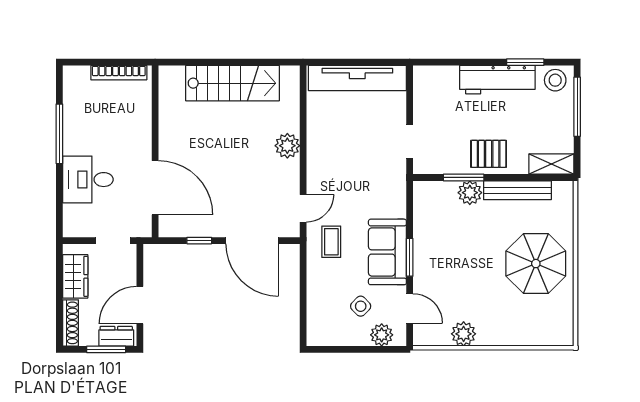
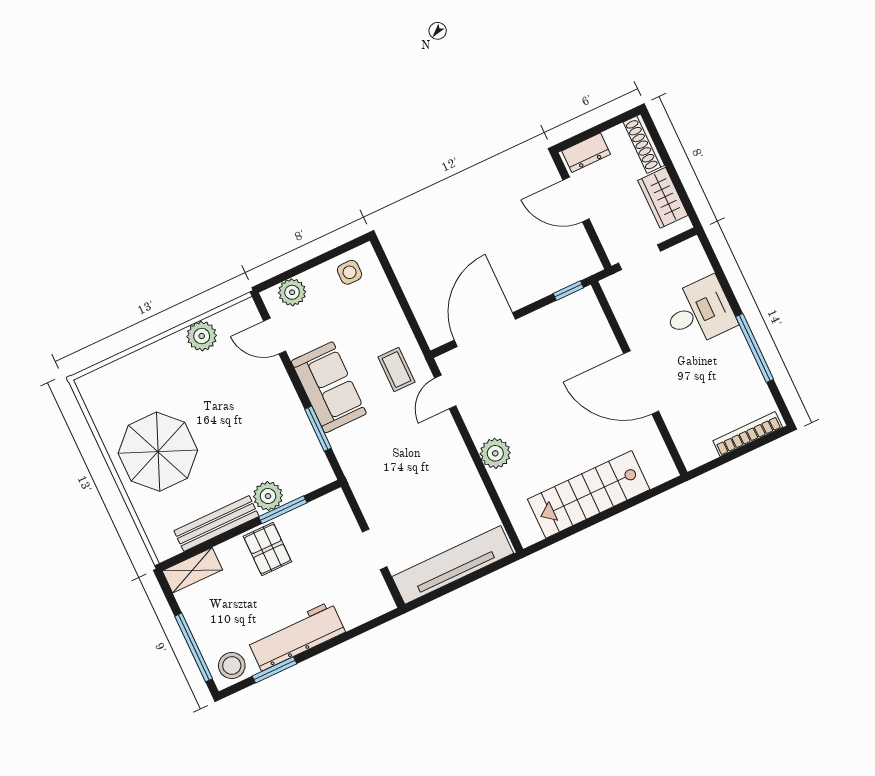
bookcase: (119, 73) -> (748, 434), moved
doorway: (410, 141) -> (375, 549), moved
pallet: (489, 154) -> (267, 549), turned 90
door: (155, 188) -> (641, 382), moved
window: (199, 241) -> (568, 291), moved
door: (252, 241) -> (485, 330), hinge flipped
window: (410, 257) -> (318, 429), moved
door: (140, 305) -> (576, 199), swing flipped
side table: (361, 306) -> (350, 272), moved, turned 45
window: (106, 349) -> (591, 133), removed

